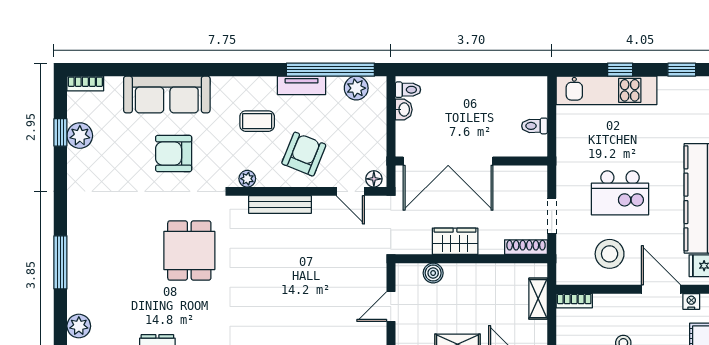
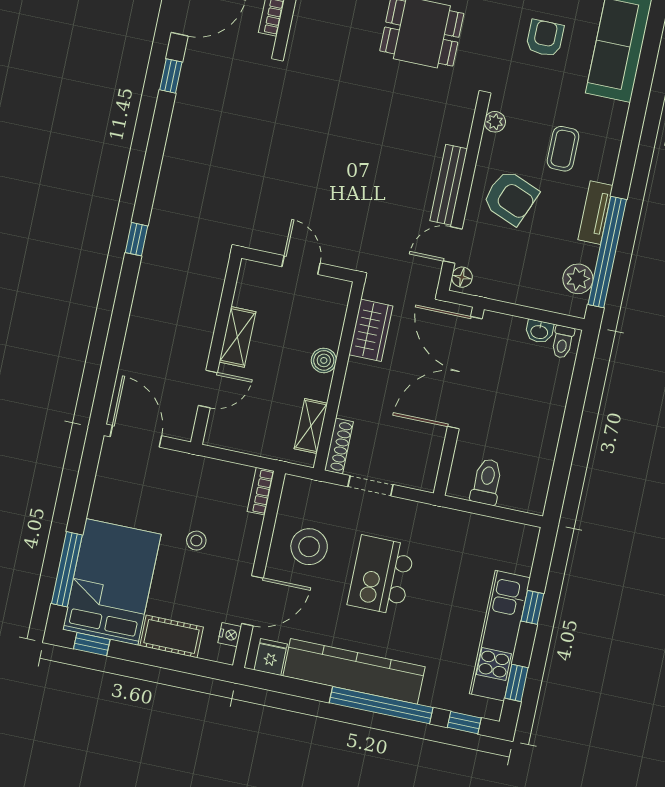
kitchen unit: (607, 90) -> (500, 636), moved
toilet: (535, 126) -> (487, 482), width x1.37, depth x1.39
armchair: (174, 153) -> (545, 38), width x0.72, depth x0.72
bench: (280, 204) -> (449, 185), moved
wardrobe: (455, 241) -> (371, 330), moved
boiler: (433, 273) -> (324, 360), moved
shelving: (538, 299) -> (311, 426), moved, turned 90

